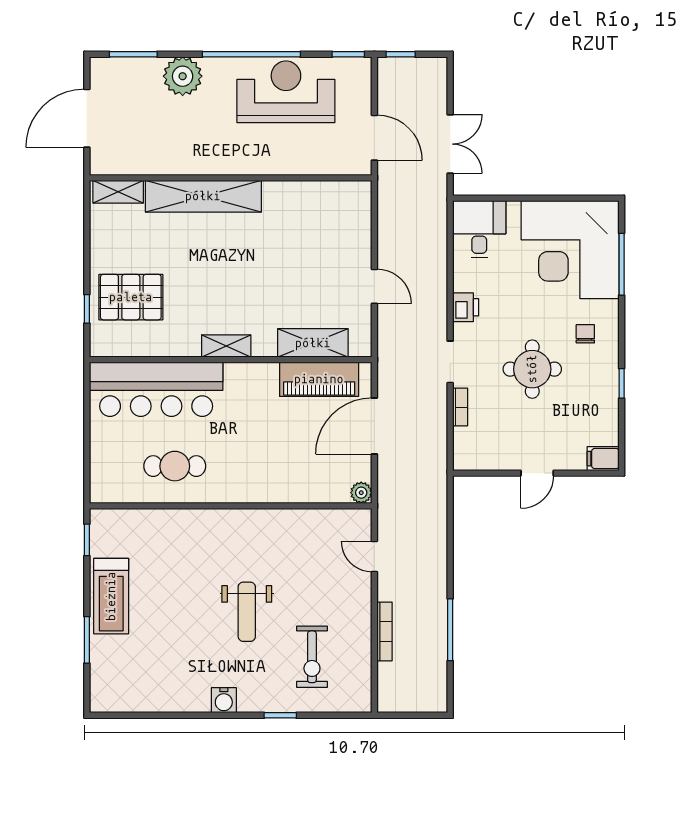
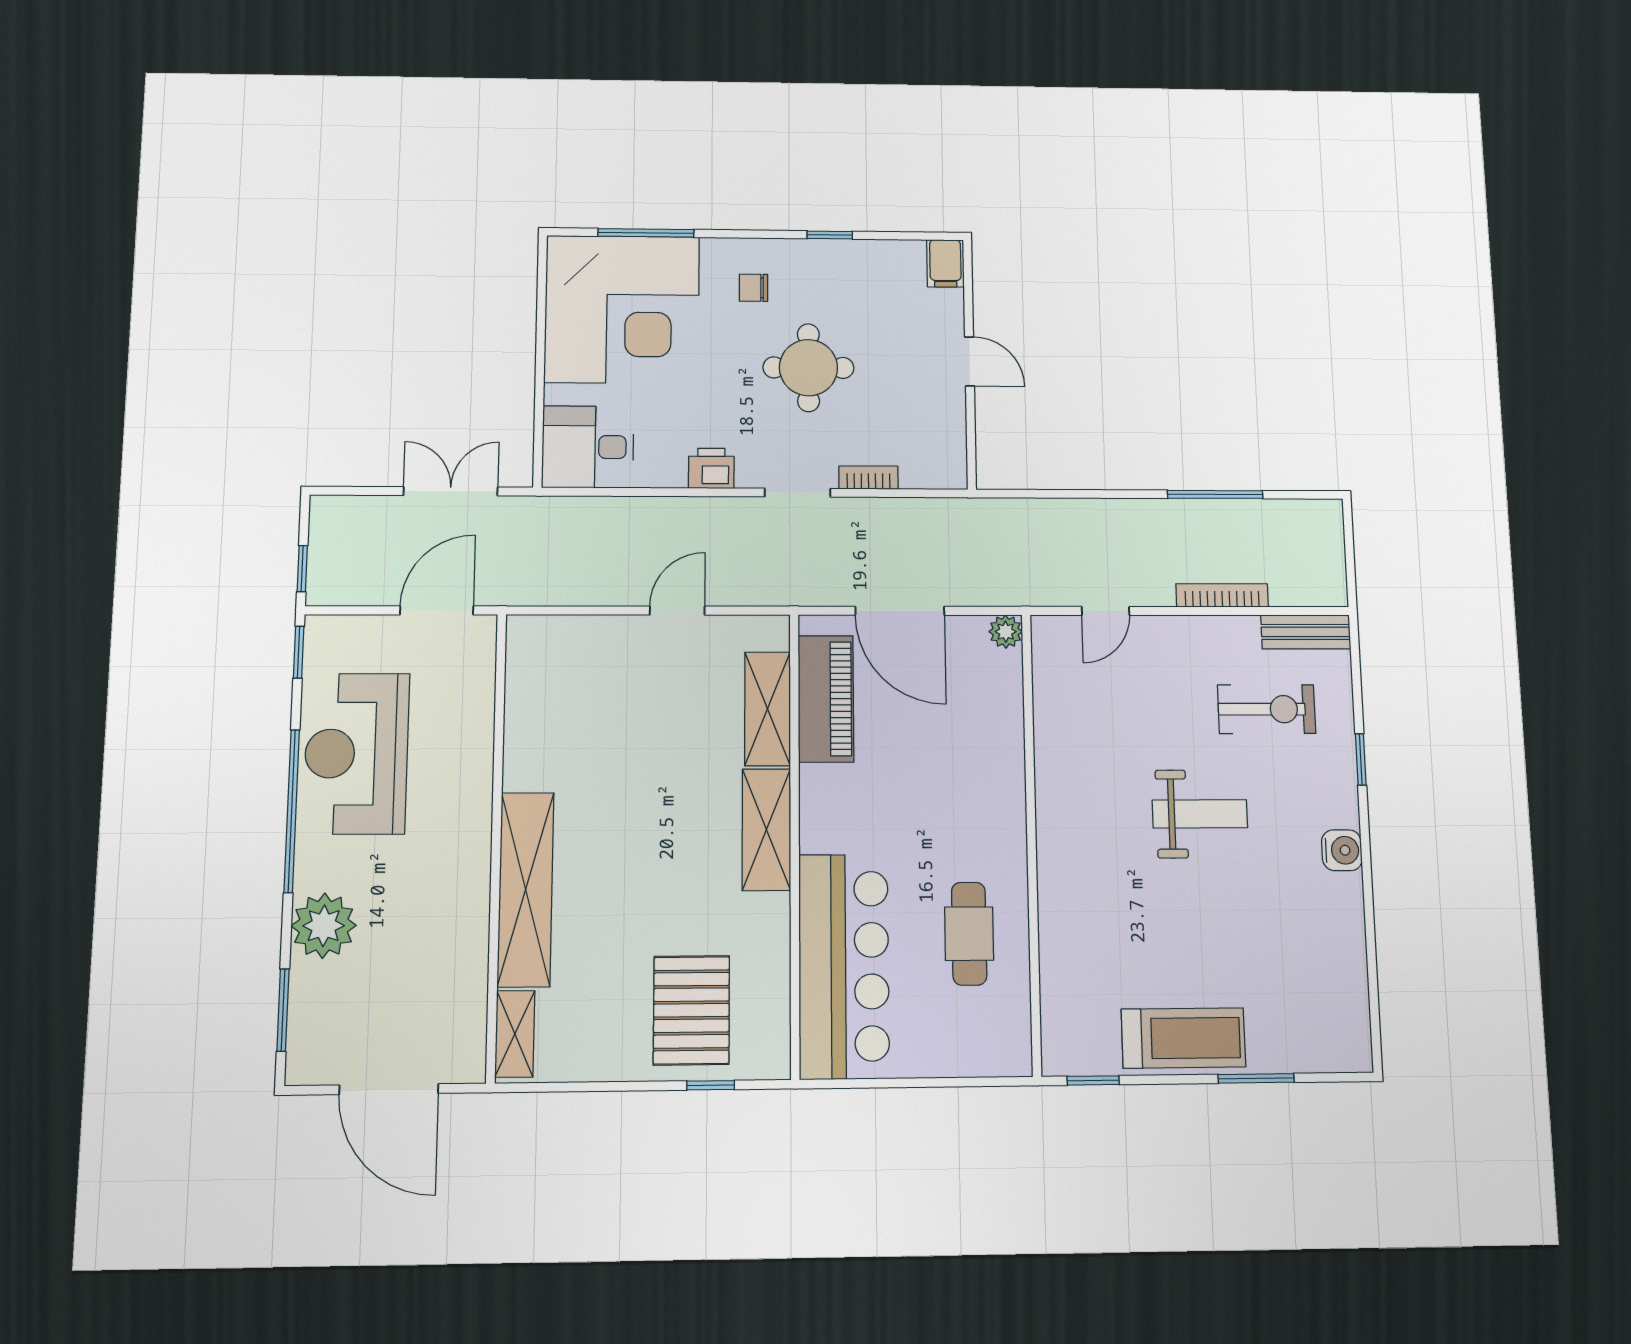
shelving: (226, 346) -> (766, 830), width x1.50, depth x1.33
bench: (361, 684) -> (1306, 632), added

